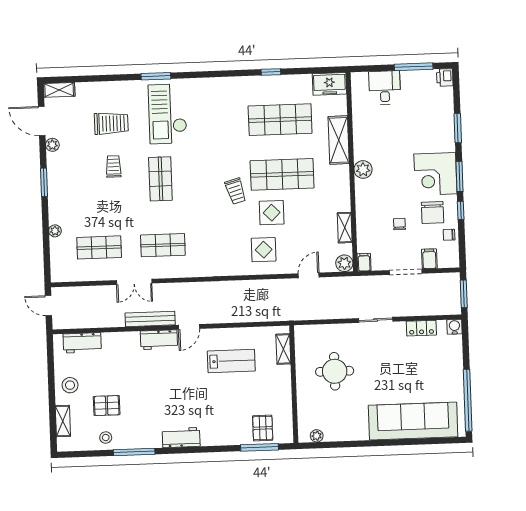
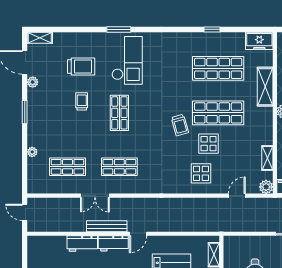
checkout: (168, 114) -> (127, 60), turned 180
workbench: (82, 343) -> (82, 244), moved

